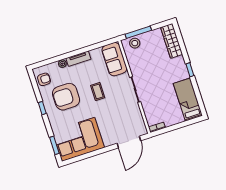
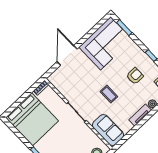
armchair: (66, 97) -> (135, 76), width x0.53, depth x0.53
bed: (188, 100) -> (32, 119), width x2.04
door: (129, 142) -> (67, 55), moved

